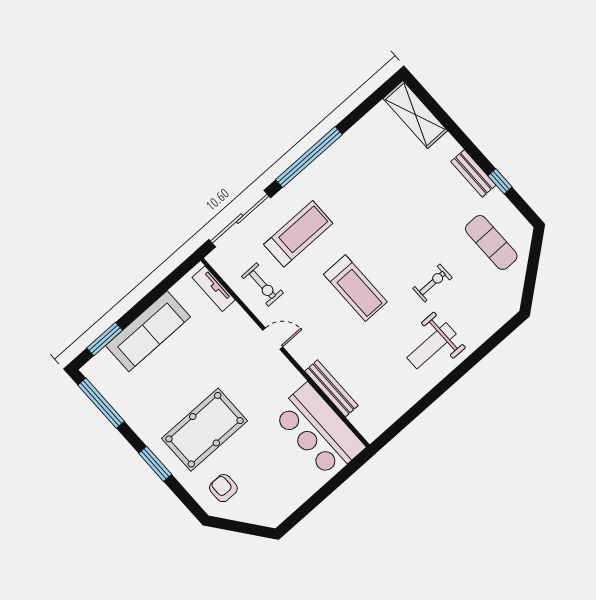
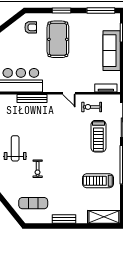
window: (500, 181) -> (52, 226), removed
treadmill: (355, 288) -> (98, 181), moved
door: (273, 339) -> (69, 93), hinge flipped

